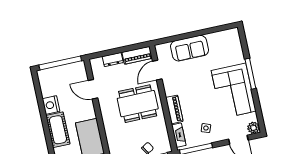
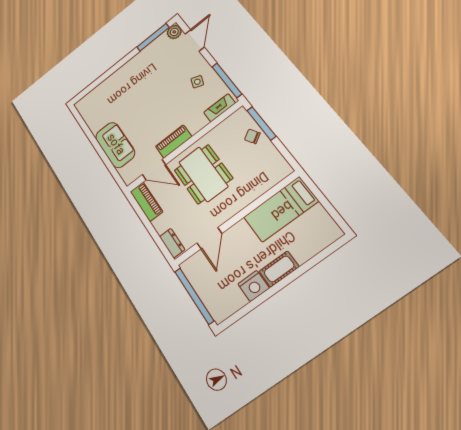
dresser: (113, 60) -> (172, 243), moved
window: (250, 74) -> (153, 37), moved
corner sofa: (234, 91) -> (143, 74), removed
piano: (174, 109) -> (174, 141), moved
cot: (58, 130) -> (279, 269), width x0.73, depth x0.75

